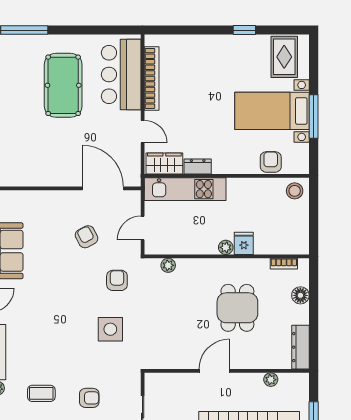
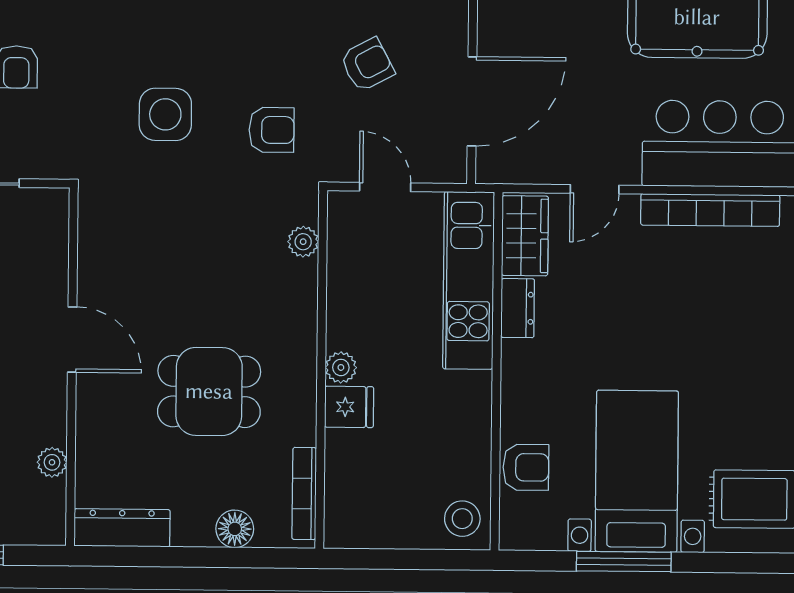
bookcase: (284, 264) -> (304, 494), width x1.56

